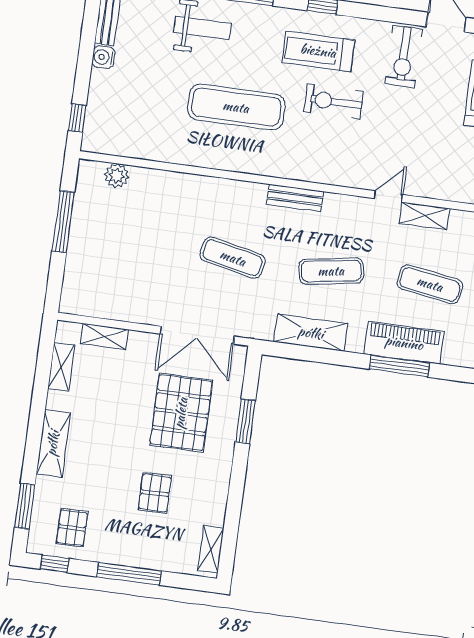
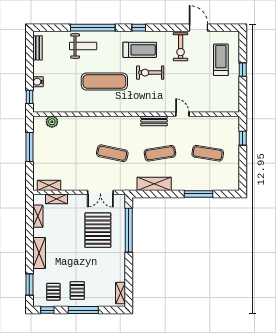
treadmill: (318, 51) -> (140, 50), turned 180
water cooler: (103, 57) -> (38, 82), moved
door: (388, 196) -> (182, 114), hinge flipped
bench: (295, 198) -> (154, 121), moved
shelving: (424, 216) -> (49, 185), moved
double door: (197, 335) -> (100, 192), width x0.73
piano: (404, 343) -> (199, 183), removed
window: (245, 421) -> (129, 230), width x2.11
pallet: (155, 493) -> (77, 290), moved

